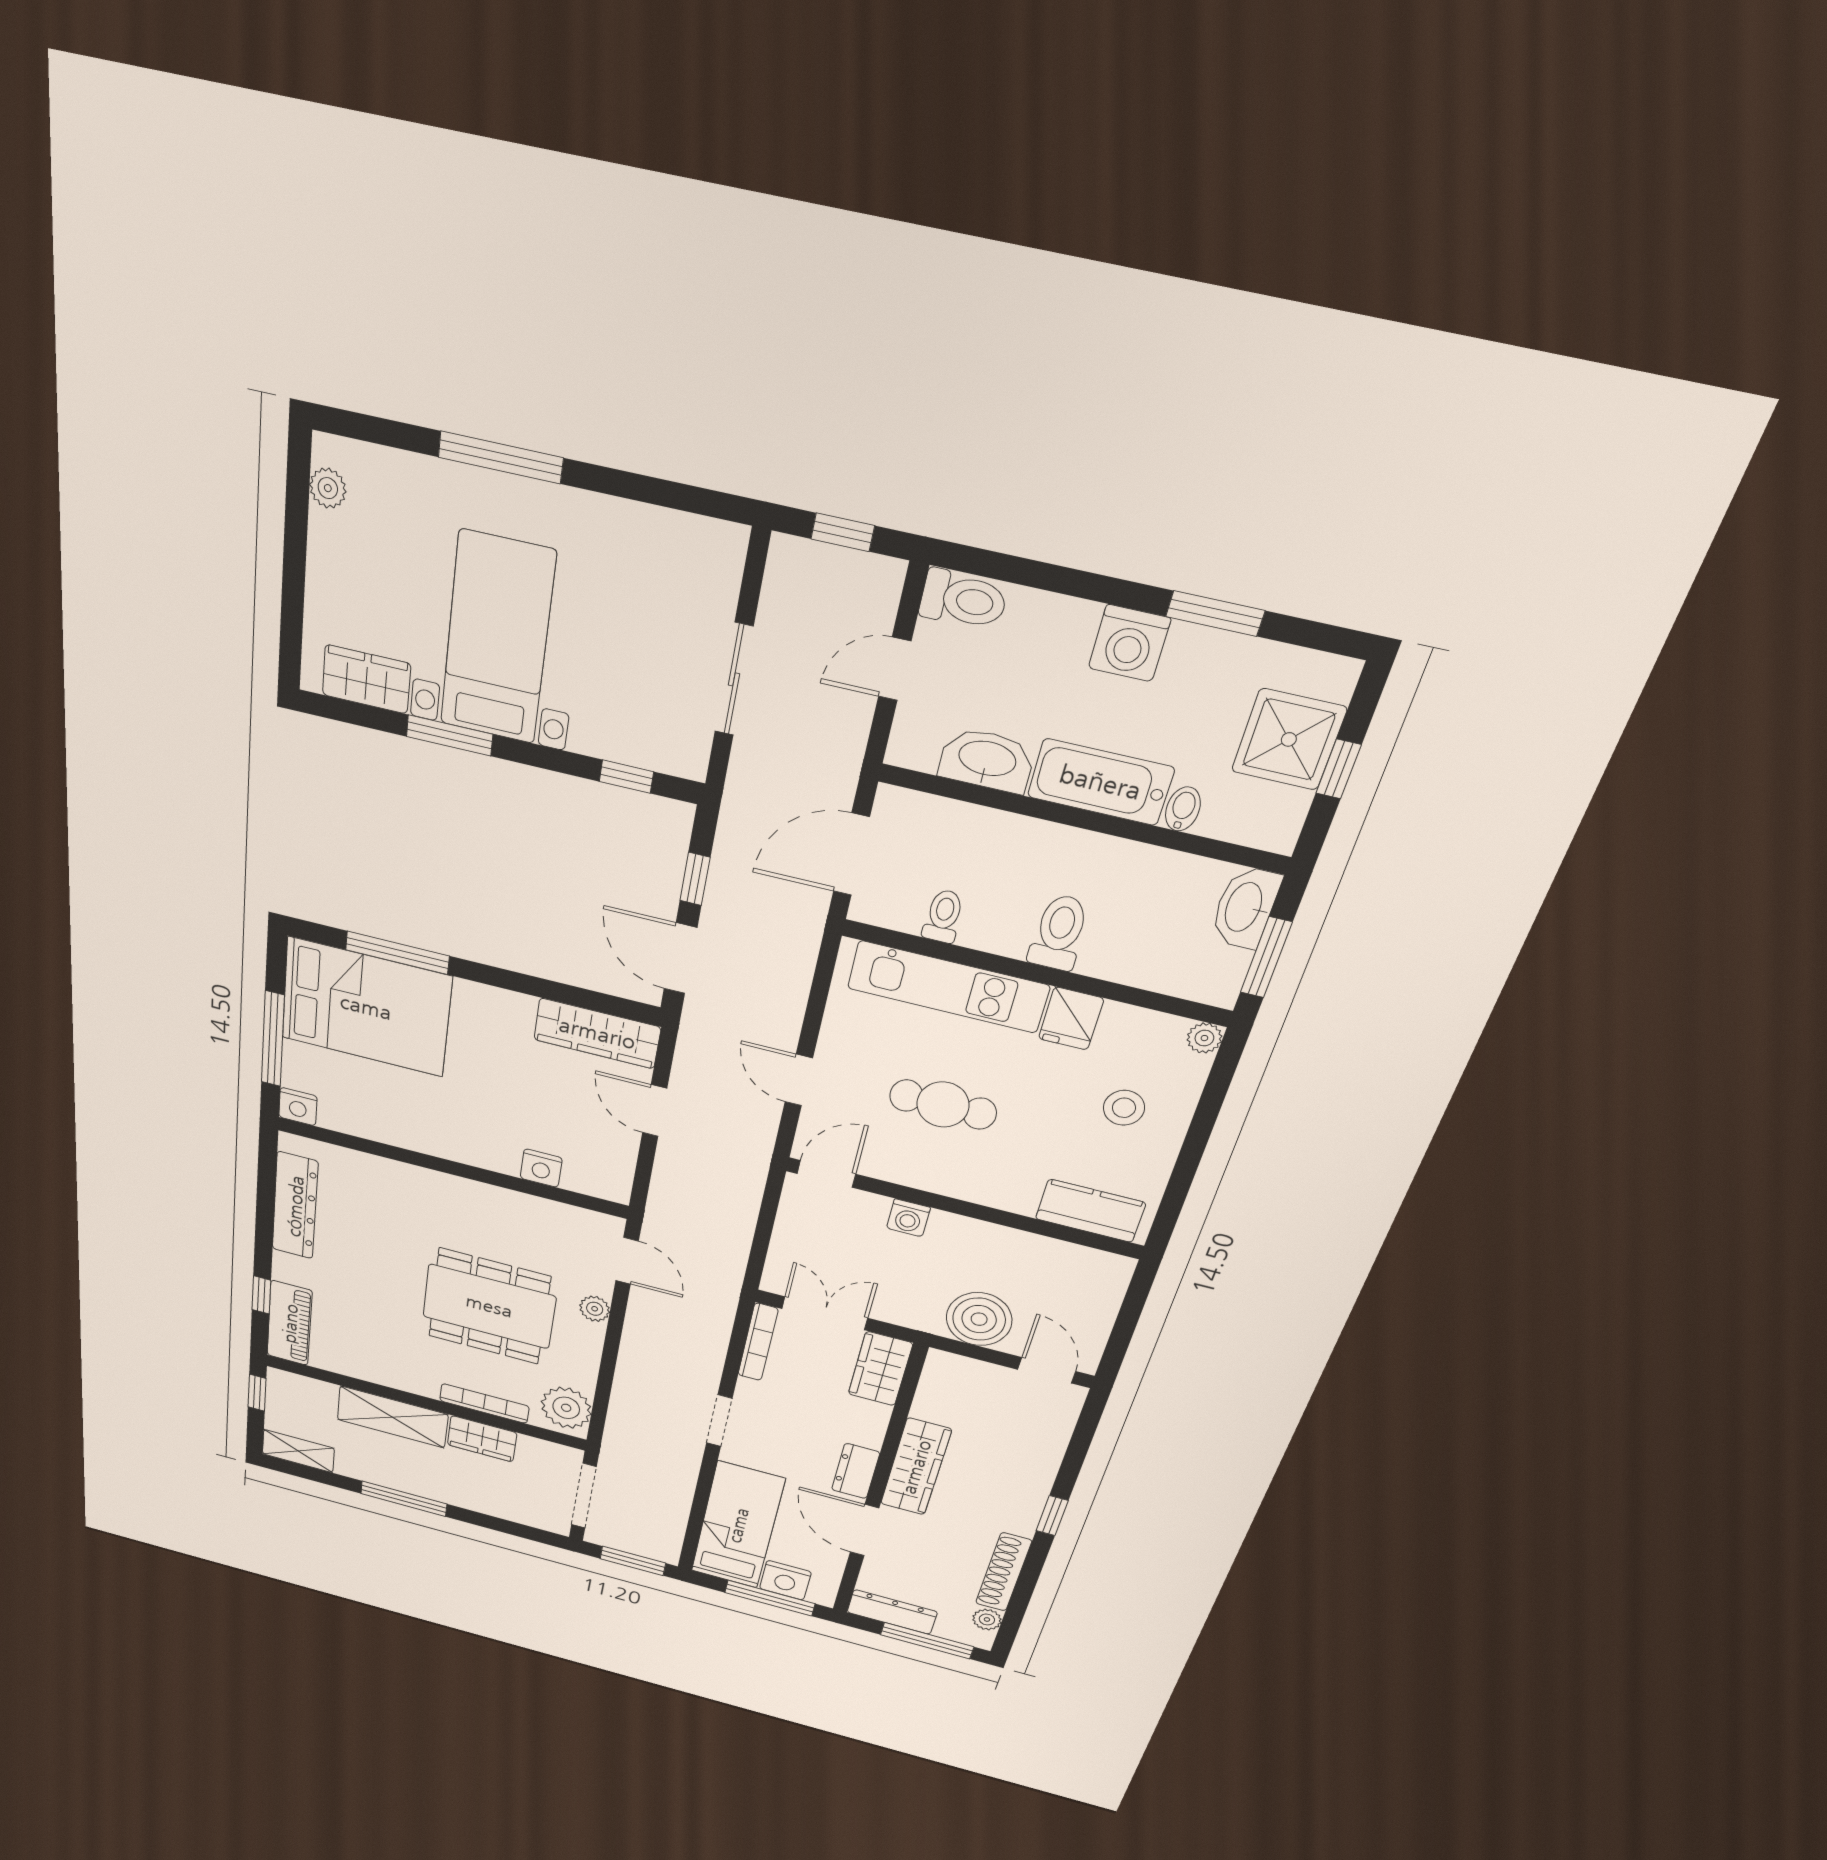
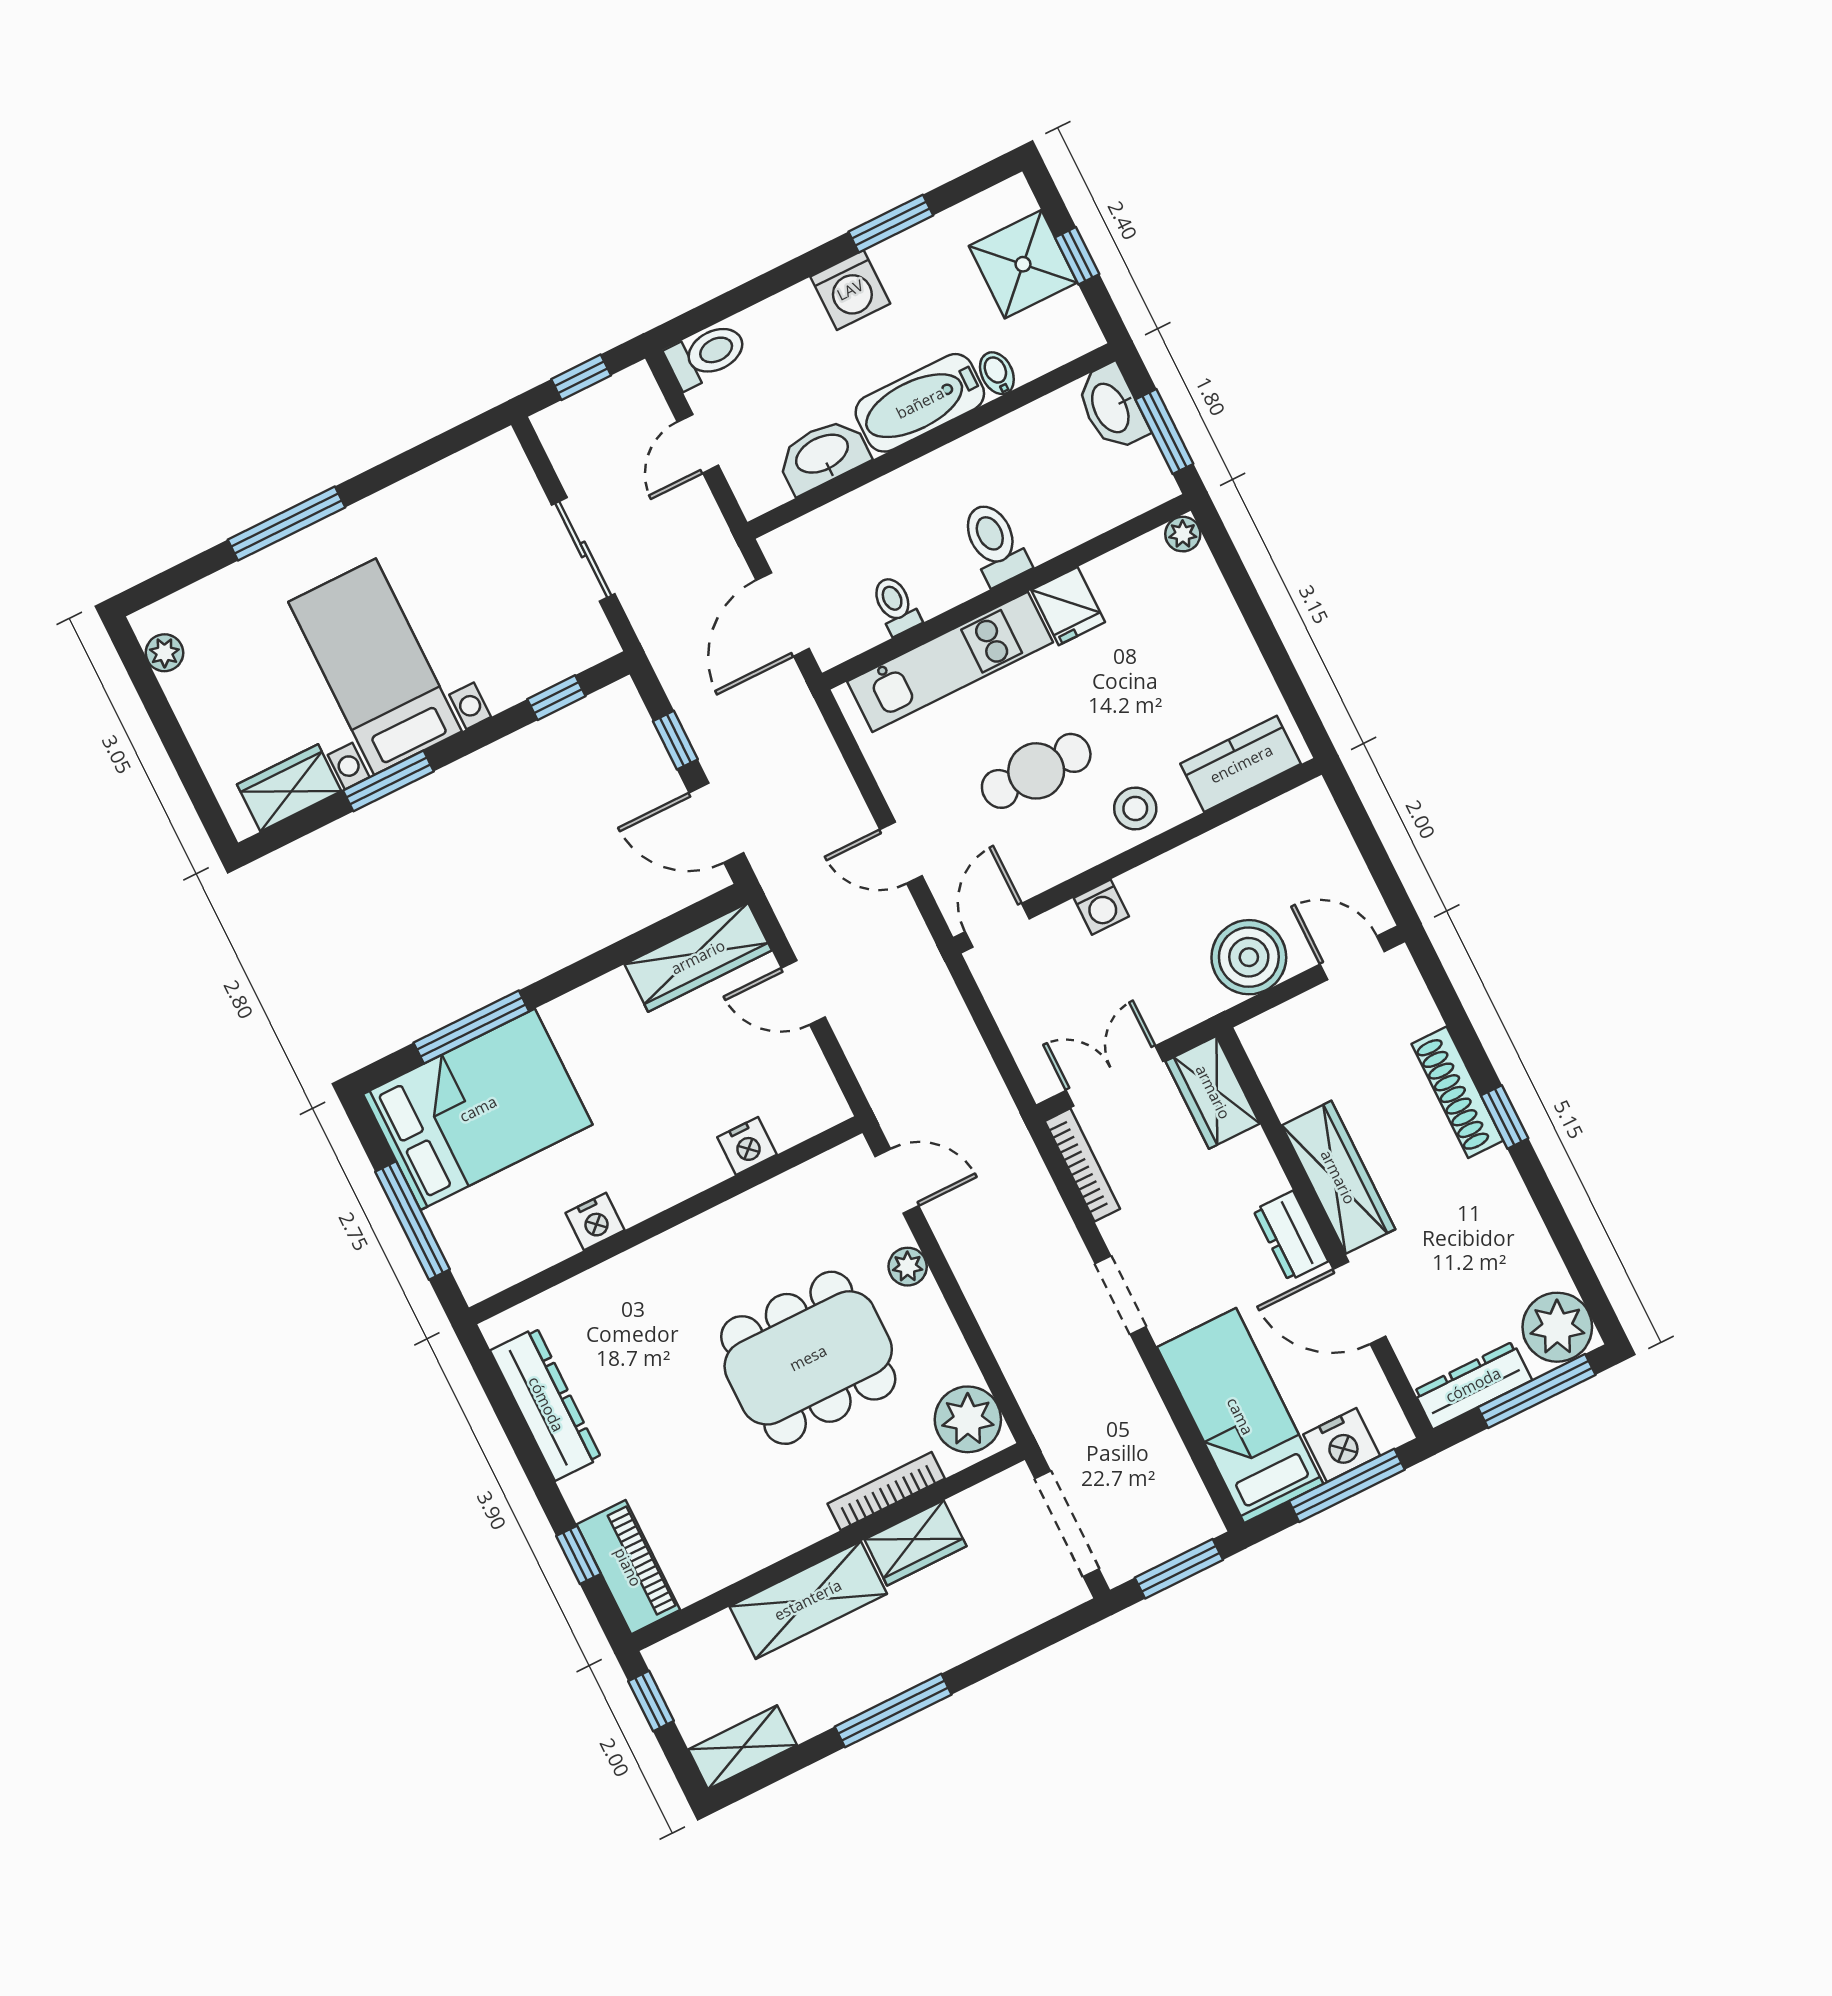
nightstand: (298, 1107) -> (595, 1222), moved
stool: (1124, 1108) -> (1135, 808), moved
shoe rack: (1004, 1572) -> (1457, 1092), moved
plant: (987, 1619) -> (1557, 1327), width x1.88, depth x1.88

